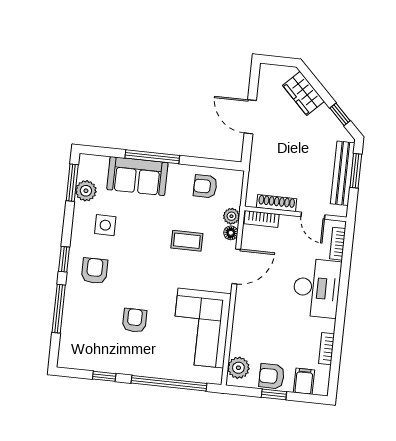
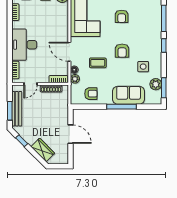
door: (313, 216) -> (31, 84), swing flipped
door: (236, 266) -> (69, 52), hinge flipped
armchair: (95, 271) -> (122, 51), moved

